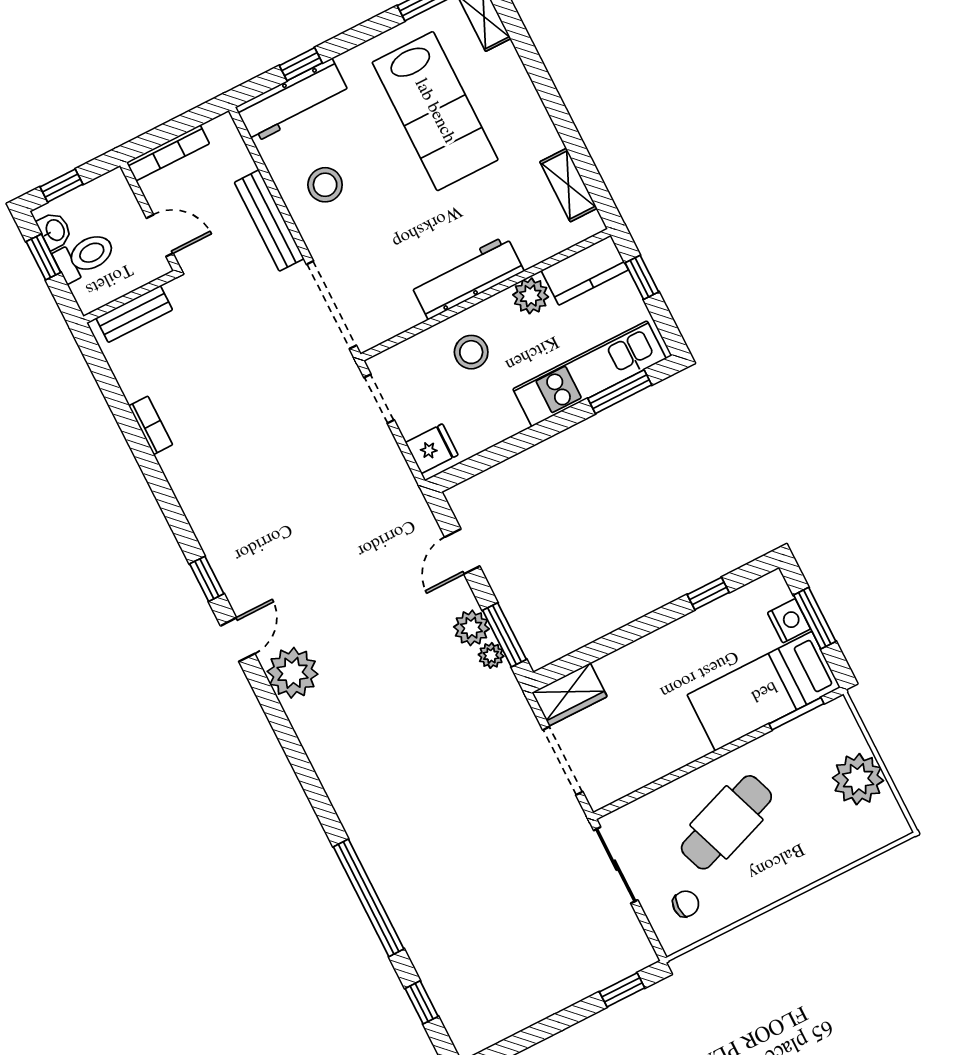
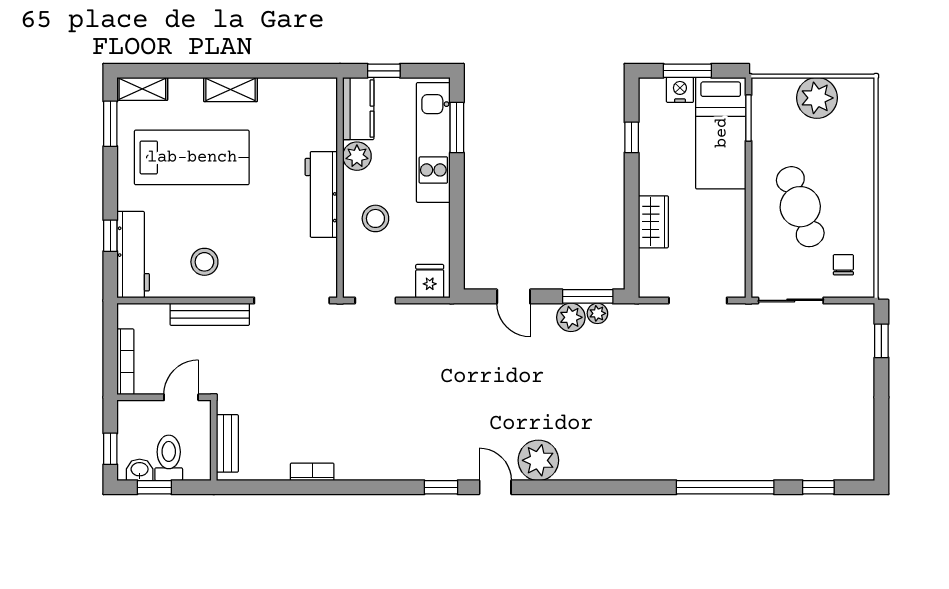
shelving: (568, 185) -> (231, 90), moved
wardrobe: (570, 695) -> (653, 222), moved

